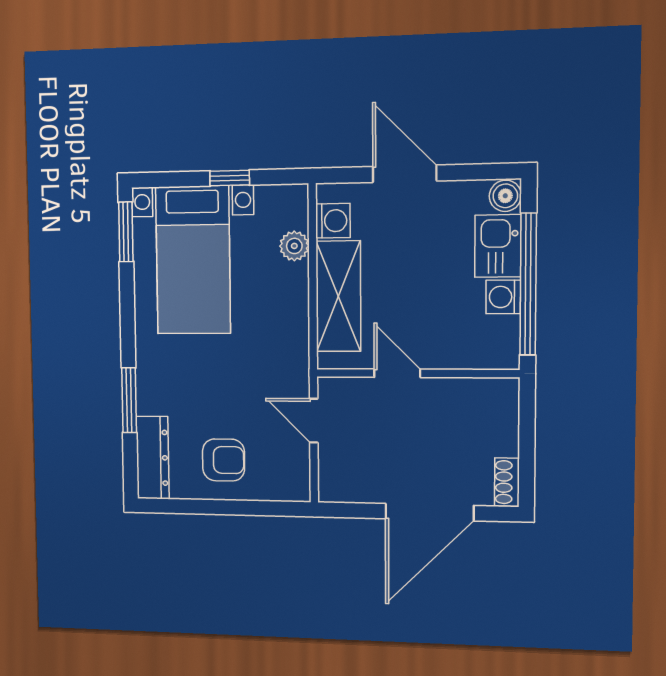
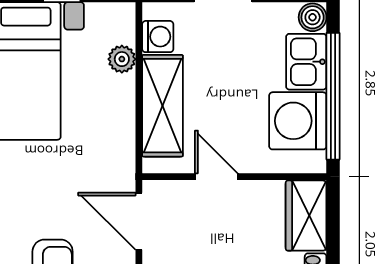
washing machine: (503, 297) -> (298, 121), width x1.89, depth x1.89
wardrobe: (497, 416) -> (306, 216), added
door: (314, 421) -> (139, 221), width x1.37

